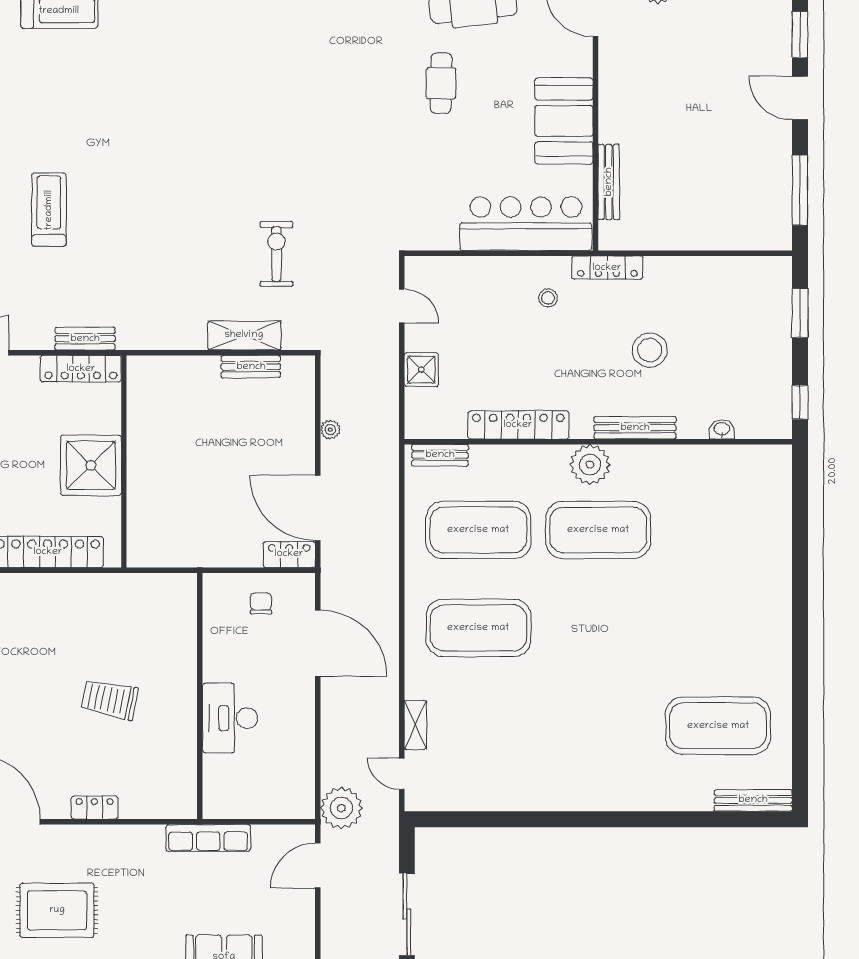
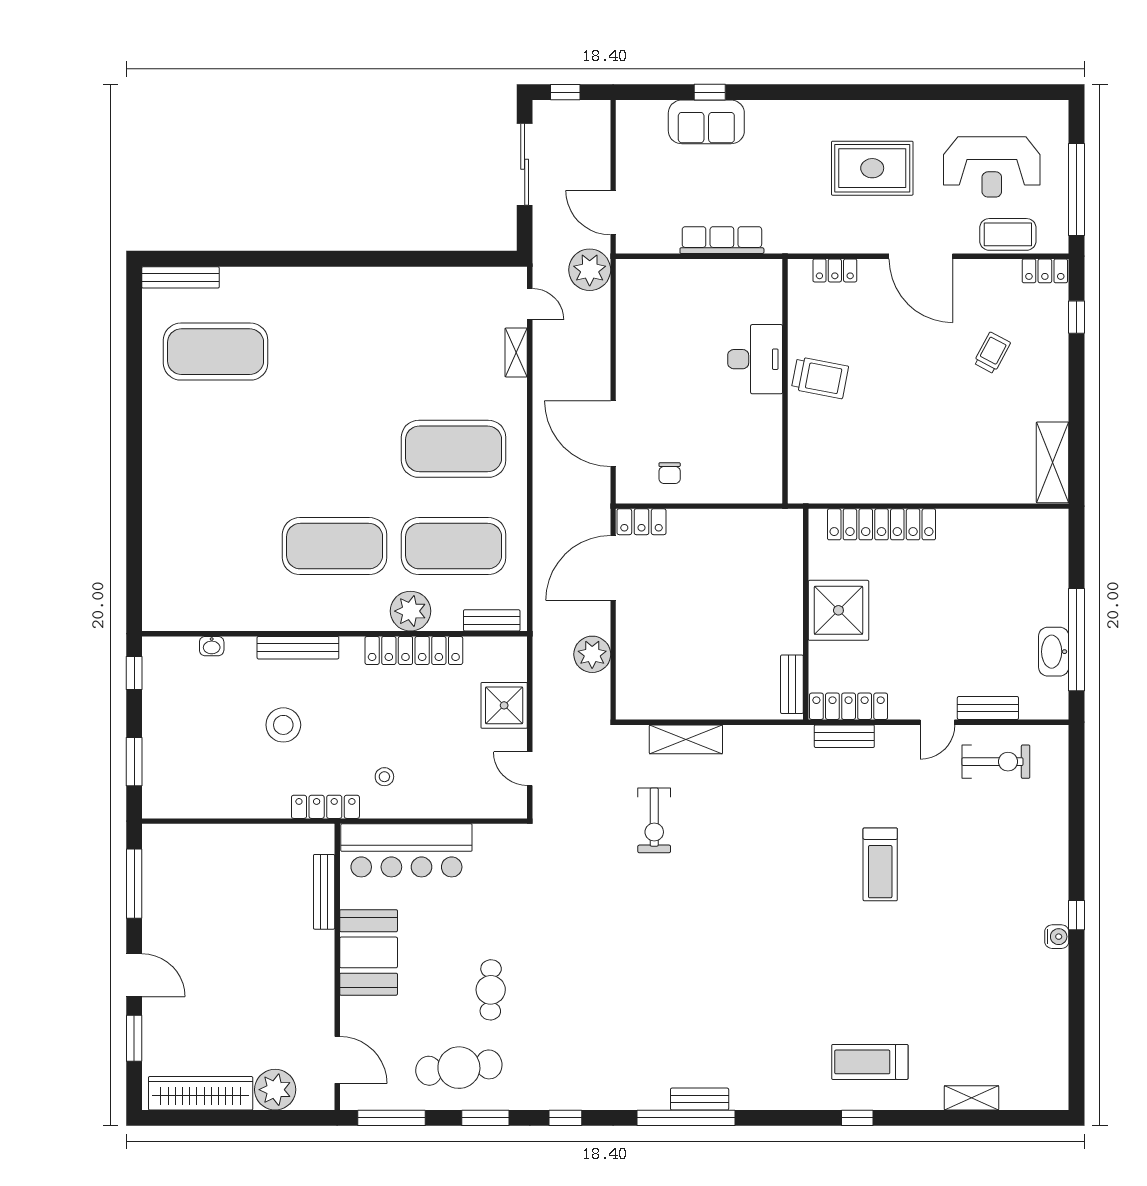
bench: (251, 367) -> (792, 684), moved, turned 90
shower: (421, 370) -> (504, 705), width x1.36, depth x1.36
plant: (330, 430) -> (592, 654), width x1.87, depth x1.87
plant: (590, 465) -> (410, 611), moved
door: (318, 508) -> (613, 568), swing flipped
wall: (200, 696) -> (785, 381), moved
desk: (230, 718) -> (755, 359), moved
door: (318, 866) -> (613, 213), swing flipped

